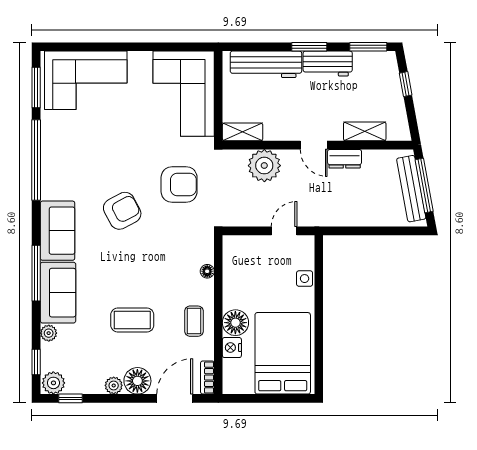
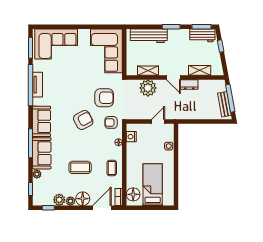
workbench: (328, 64) -> (202, 35), moved
shelving: (243, 132) -> (148, 71), moved
tv unit: (50, 159) -> (38, 85), added
bench: (411, 189) -> (224, 104), width x0.73
armchair: (122, 211) -> (83, 120), moved
armchair: (193, 233) -> (111, 122), added
floor lamp: (235, 323) -> (133, 194), moved
nightstand: (232, 348) -> (131, 137), moved
bed: (283, 353) -> (153, 185), width x0.67
plant: (53, 383) -> (59, 200), moved

